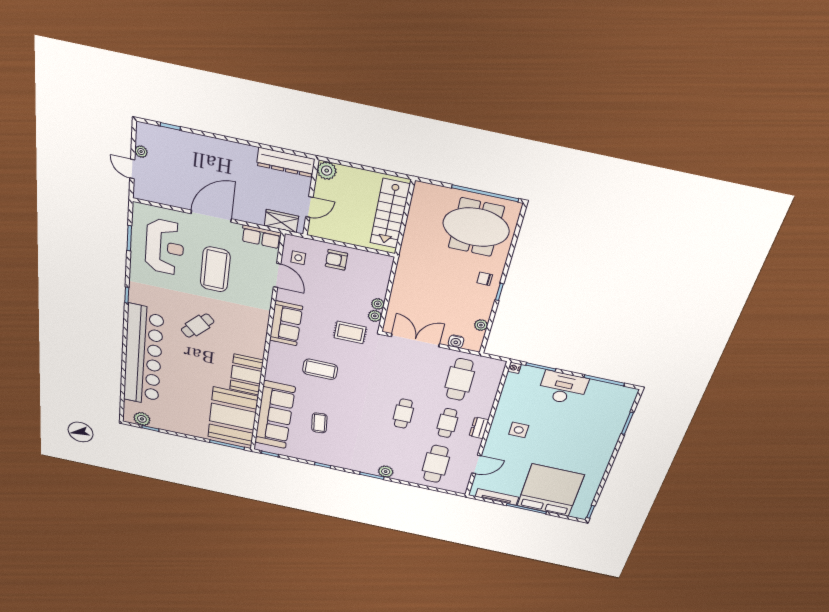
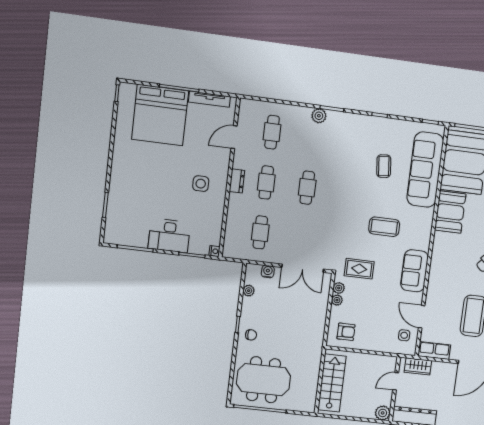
armchair: (336, 260) -> (346, 332), moved
cafe table: (460, 379) -> (260, 232), width x0.73, depth x0.74
cafe table: (436, 464) -> (272, 132), width x0.73, depth x0.74

